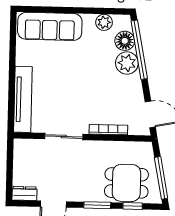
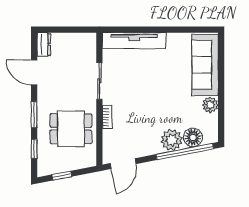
plant: (104, 22) -> (210, 105), moved
bookcase: (108, 130) -> (107, 117), width x0.64
window: (161, 178) -> (62, 176), width x0.46
dining table: (126, 183) -> (71, 129), moved, turned 90

